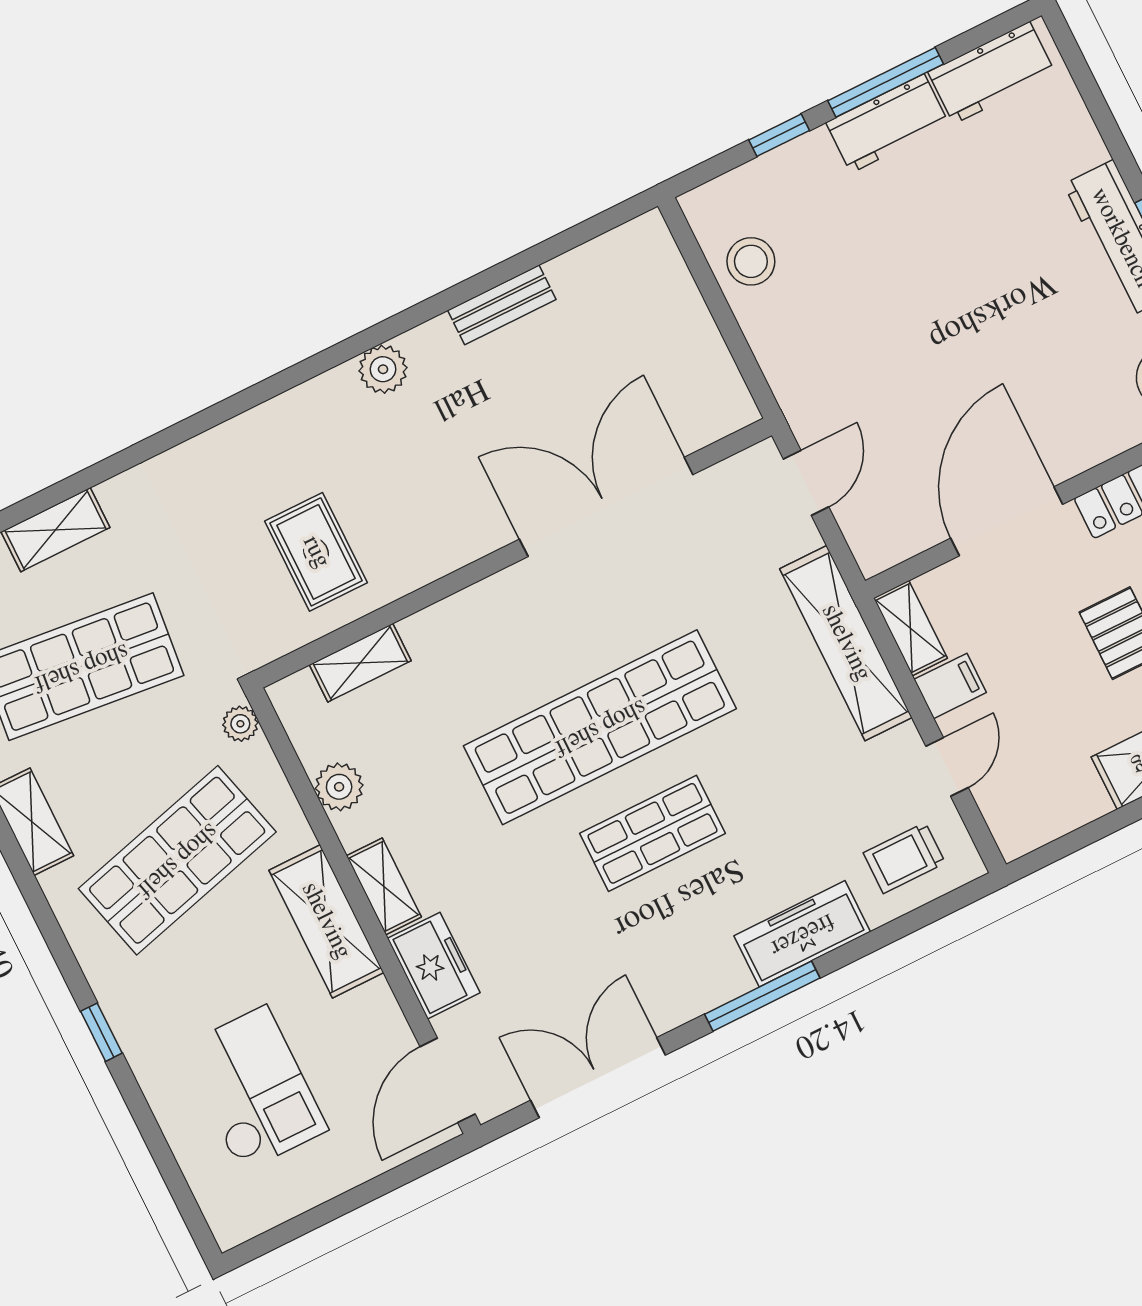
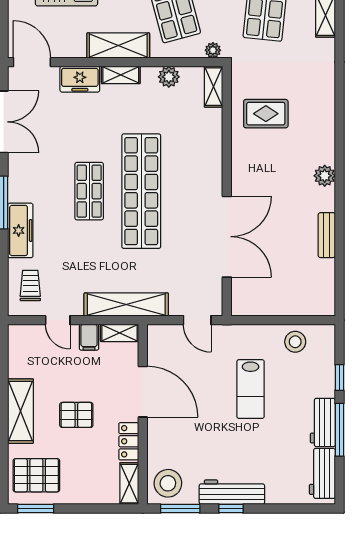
lab bench: (892, 305) -> (251, 389), added
shelving: (360, 663) -> (213, 87), moved

